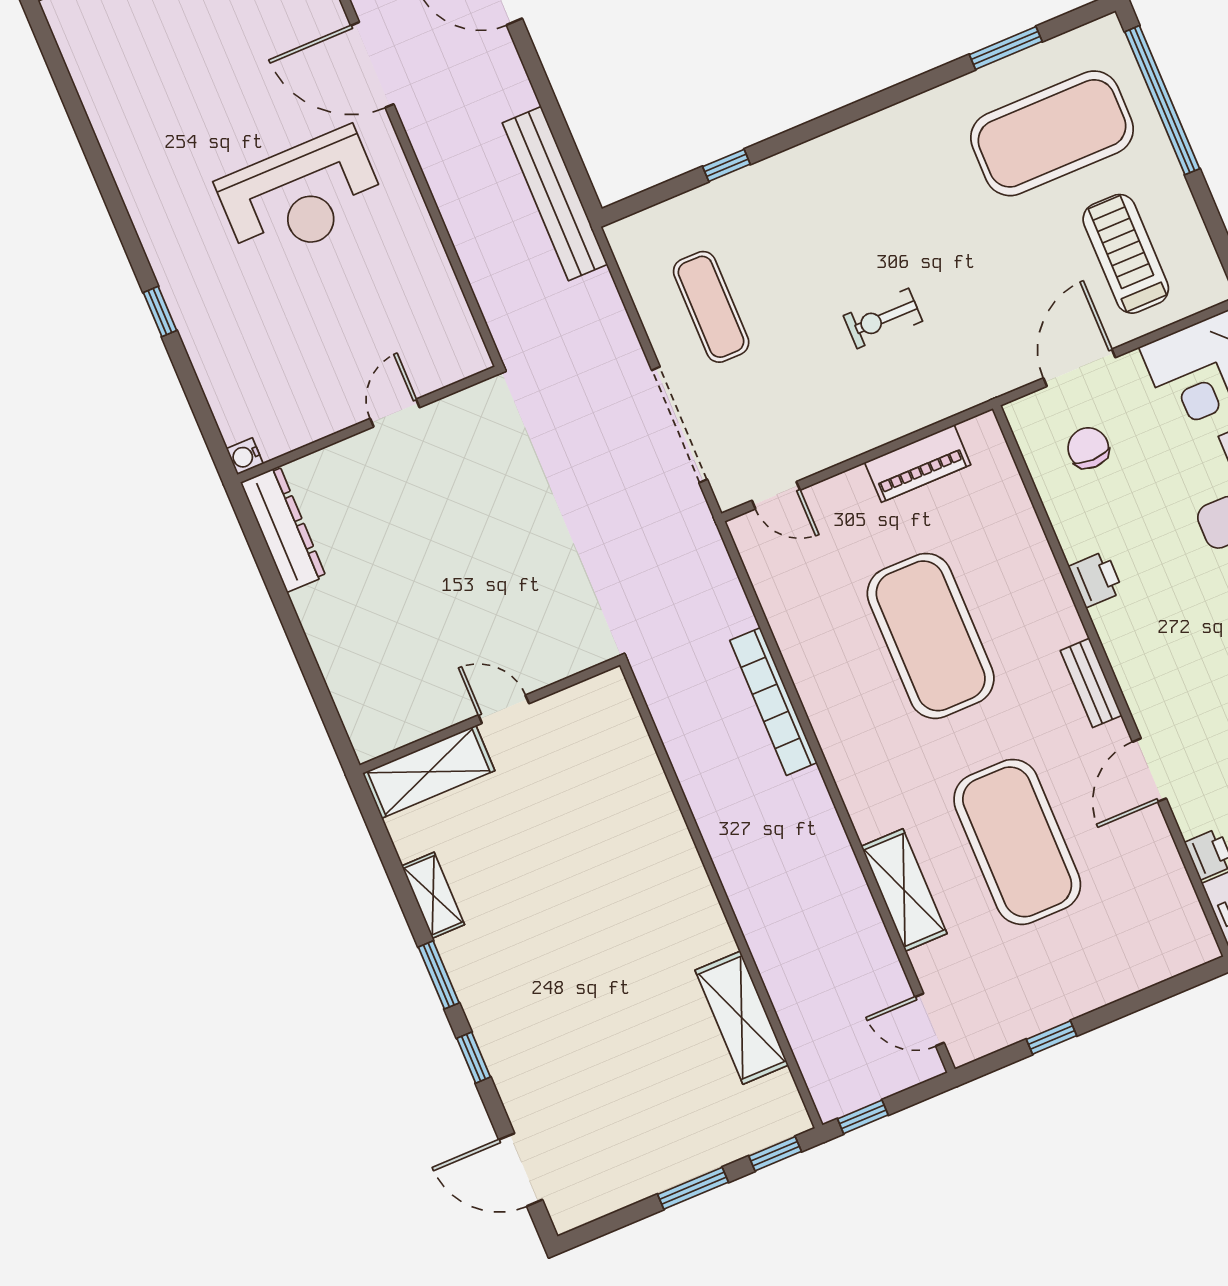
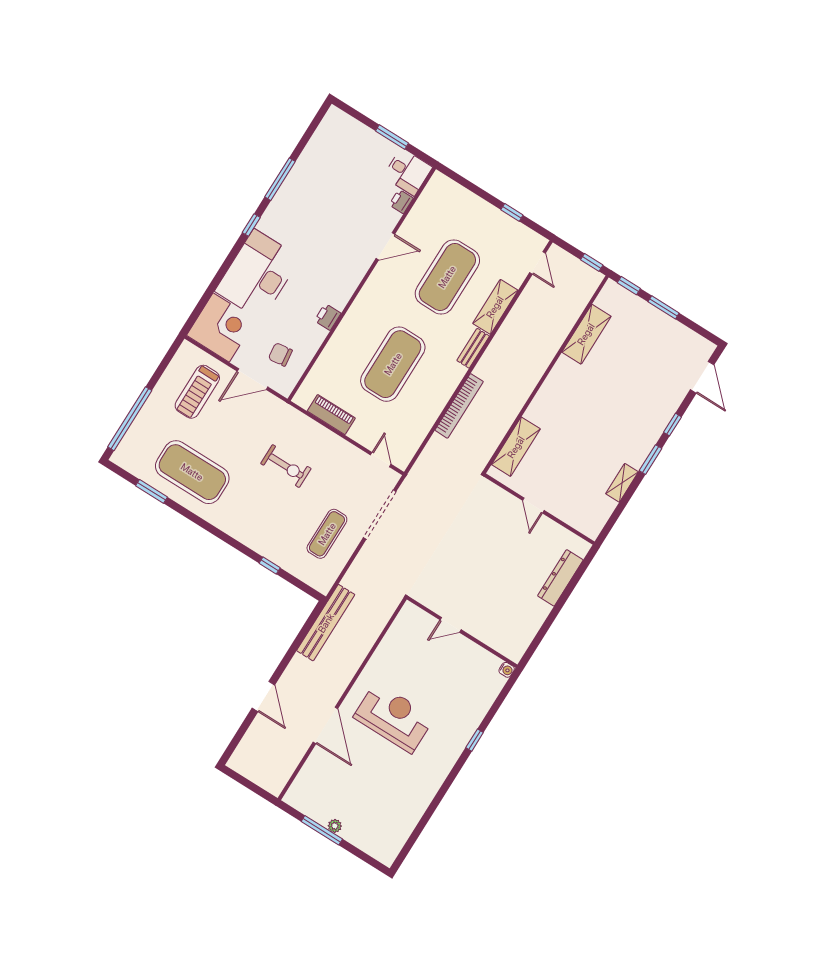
exercise mat: (1052, 133) -> (192, 472), moved
exercise bike: (883, 318) -> (286, 466), width x1.38, depth x1.39
chair: (1088, 448) -> (280, 354), turned 83
dresser: (283, 529) -> (560, 578), moved
bench: (1091, 683) -> (473, 348), moved
shelving: (429, 772) -> (516, 447), moved, turned 90

